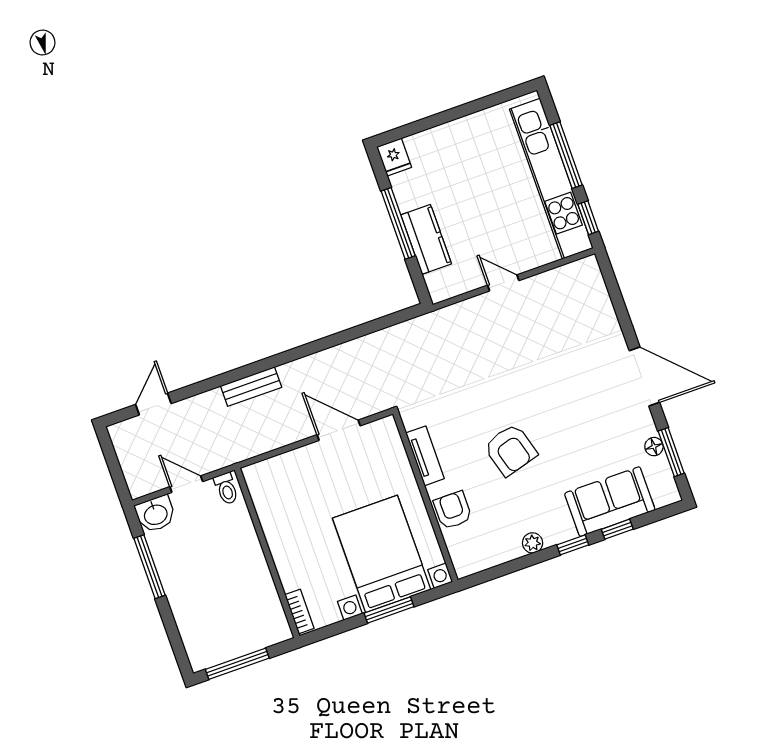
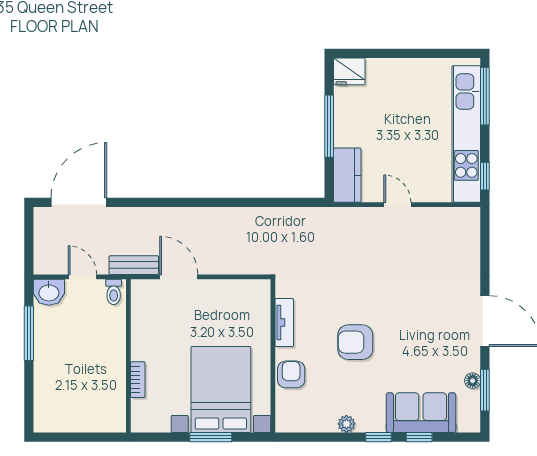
window: (566, 155) -> (485, 96), moved
fridge: (394, 157) -> (349, 71), width x1.38
kitchen counter: (426, 239) -> (347, 175), moved
bench: (251, 387) -> (134, 265), moved
door: (153, 404) -> (79, 202), width x1.87
door: (339, 430) -> (179, 277), moved
armchair: (510, 450) -> (355, 342), turned 106
bookcase: (299, 611) -> (138, 380), moved
window: (237, 664) -> (72, 437), removed

